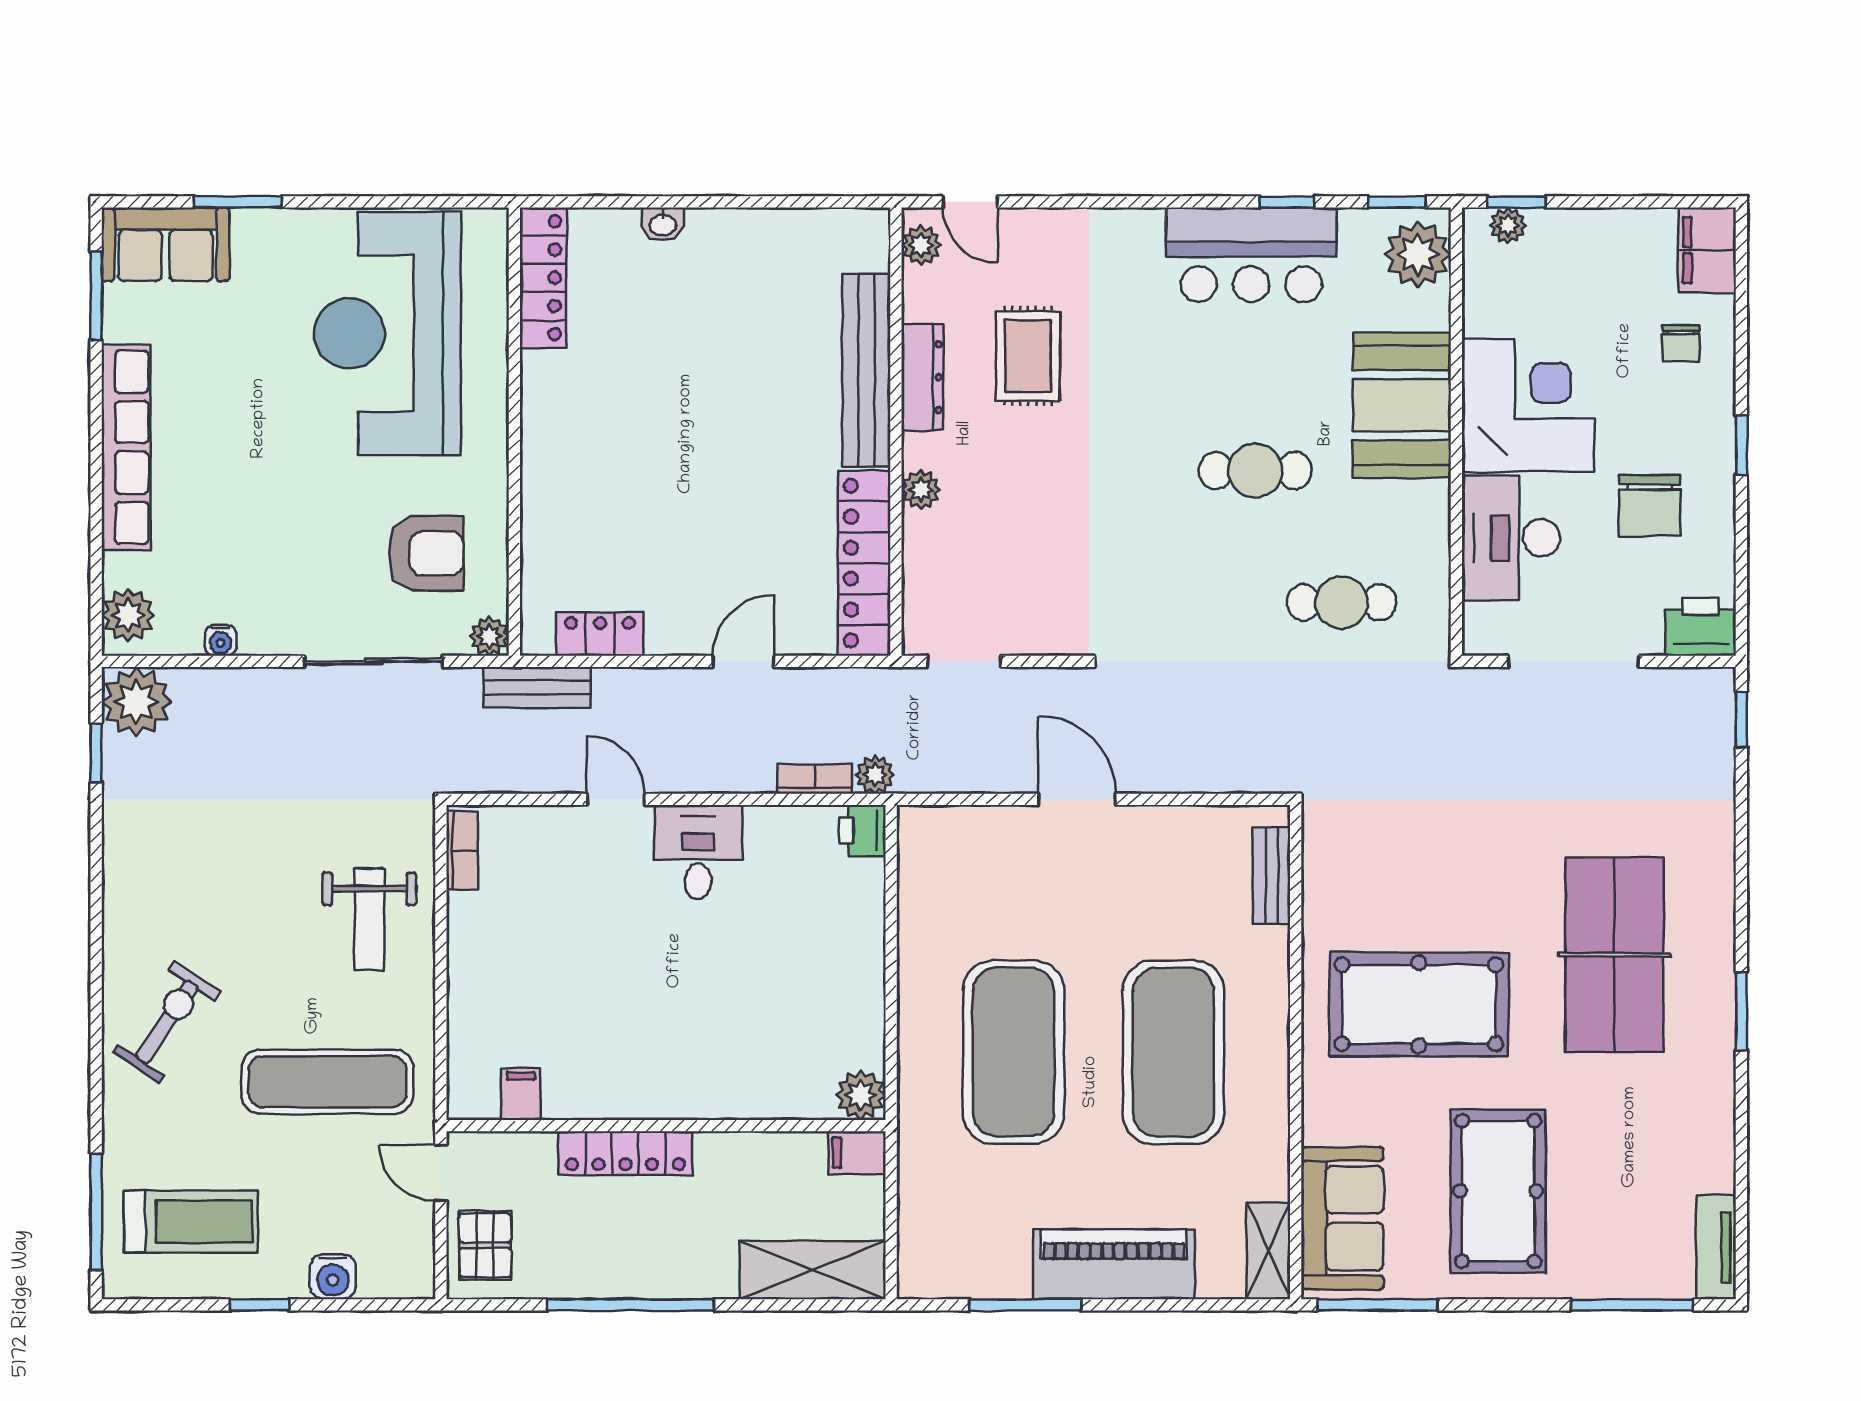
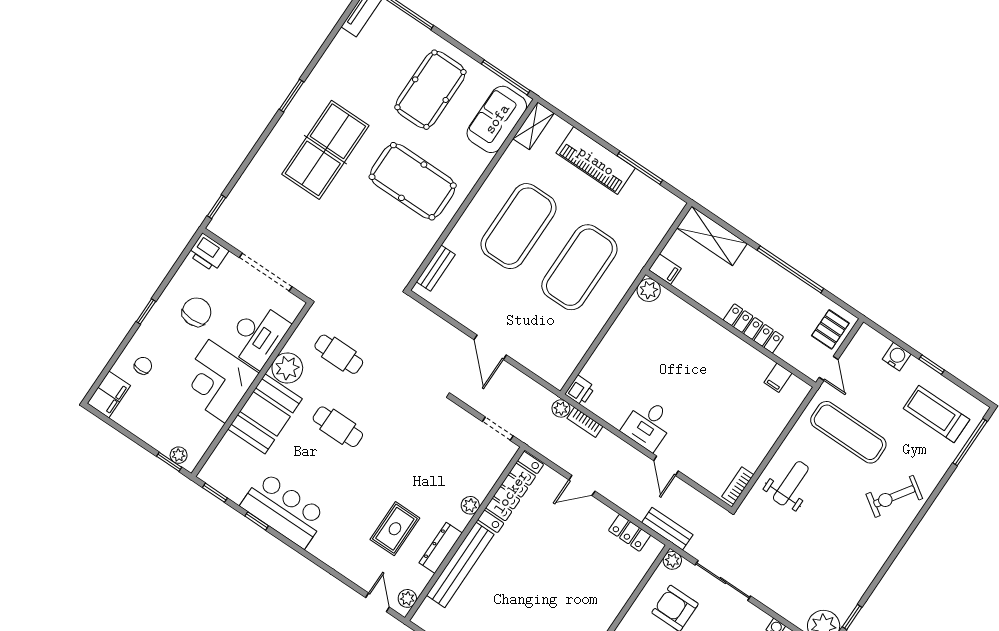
plant: (1418, 254) -> (287, 368), moved

